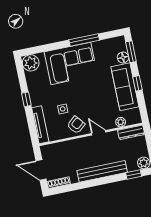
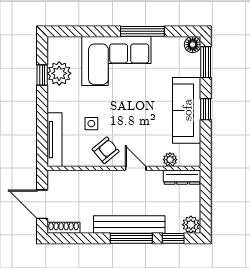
floor lamp: (123, 57) -> (193, 45), moved
plant: (31, 63) -> (59, 73), moved
window: (26, 99) -> (42, 75), moved
window: (106, 180) -> (131, 238), added

